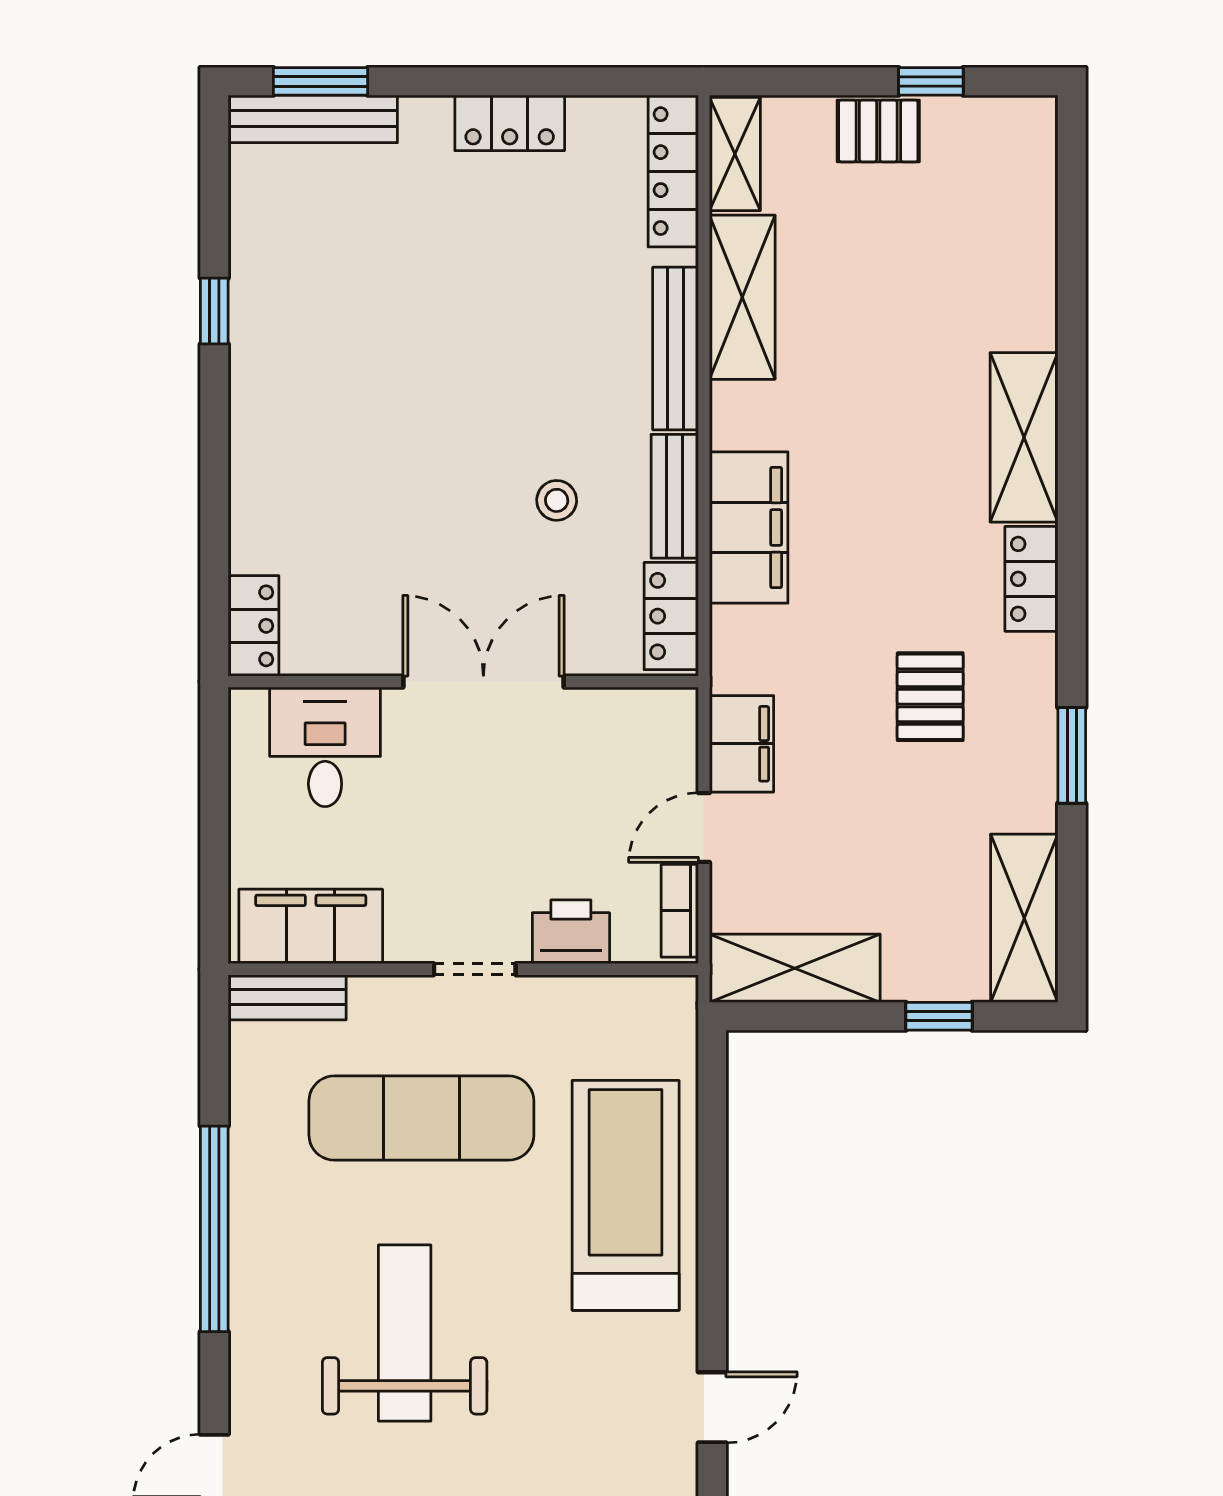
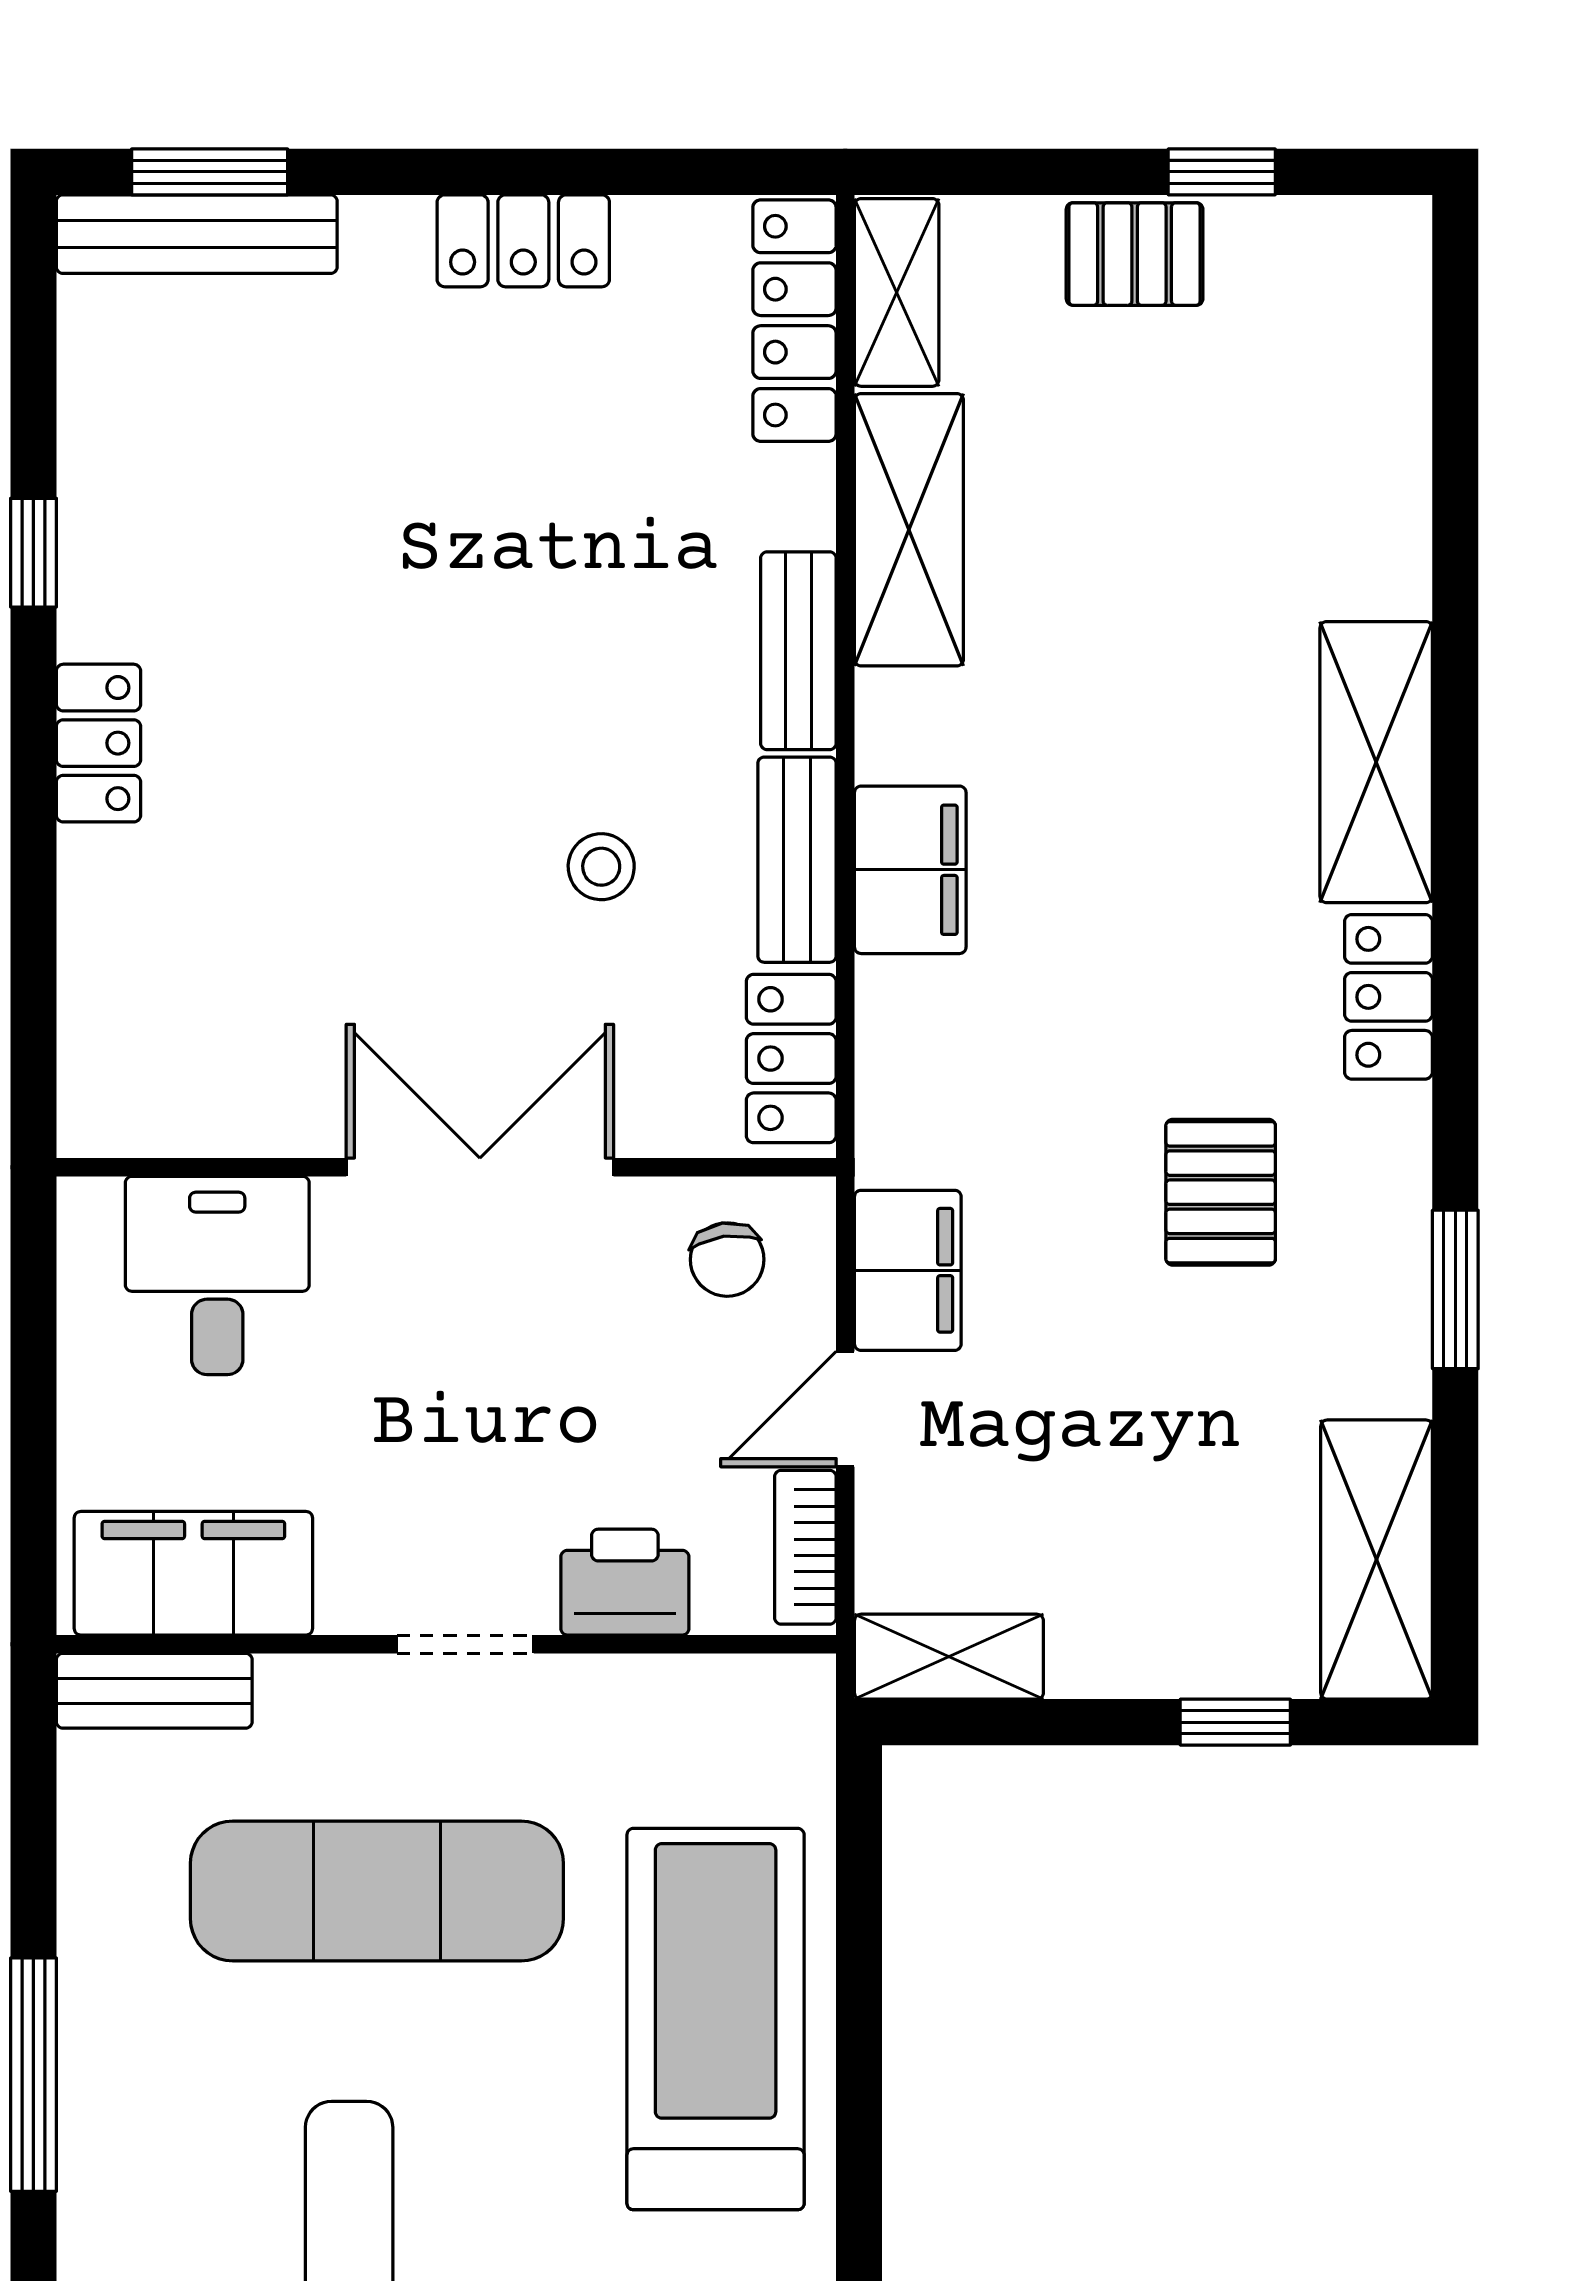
bench: (676, 348) -> (798, 651), width x0.73
filing cabinet: (749, 527) -> (910, 870), width x0.67, depth x0.86
locker: (253, 626) -> (99, 743), moved
chair: (633, 737) -> (727, 1260), added
shelving: (795, 968) -> (949, 1657), width x0.67, depth x0.75
window: (214, 1229) -> (33, 2075), width x0.68

